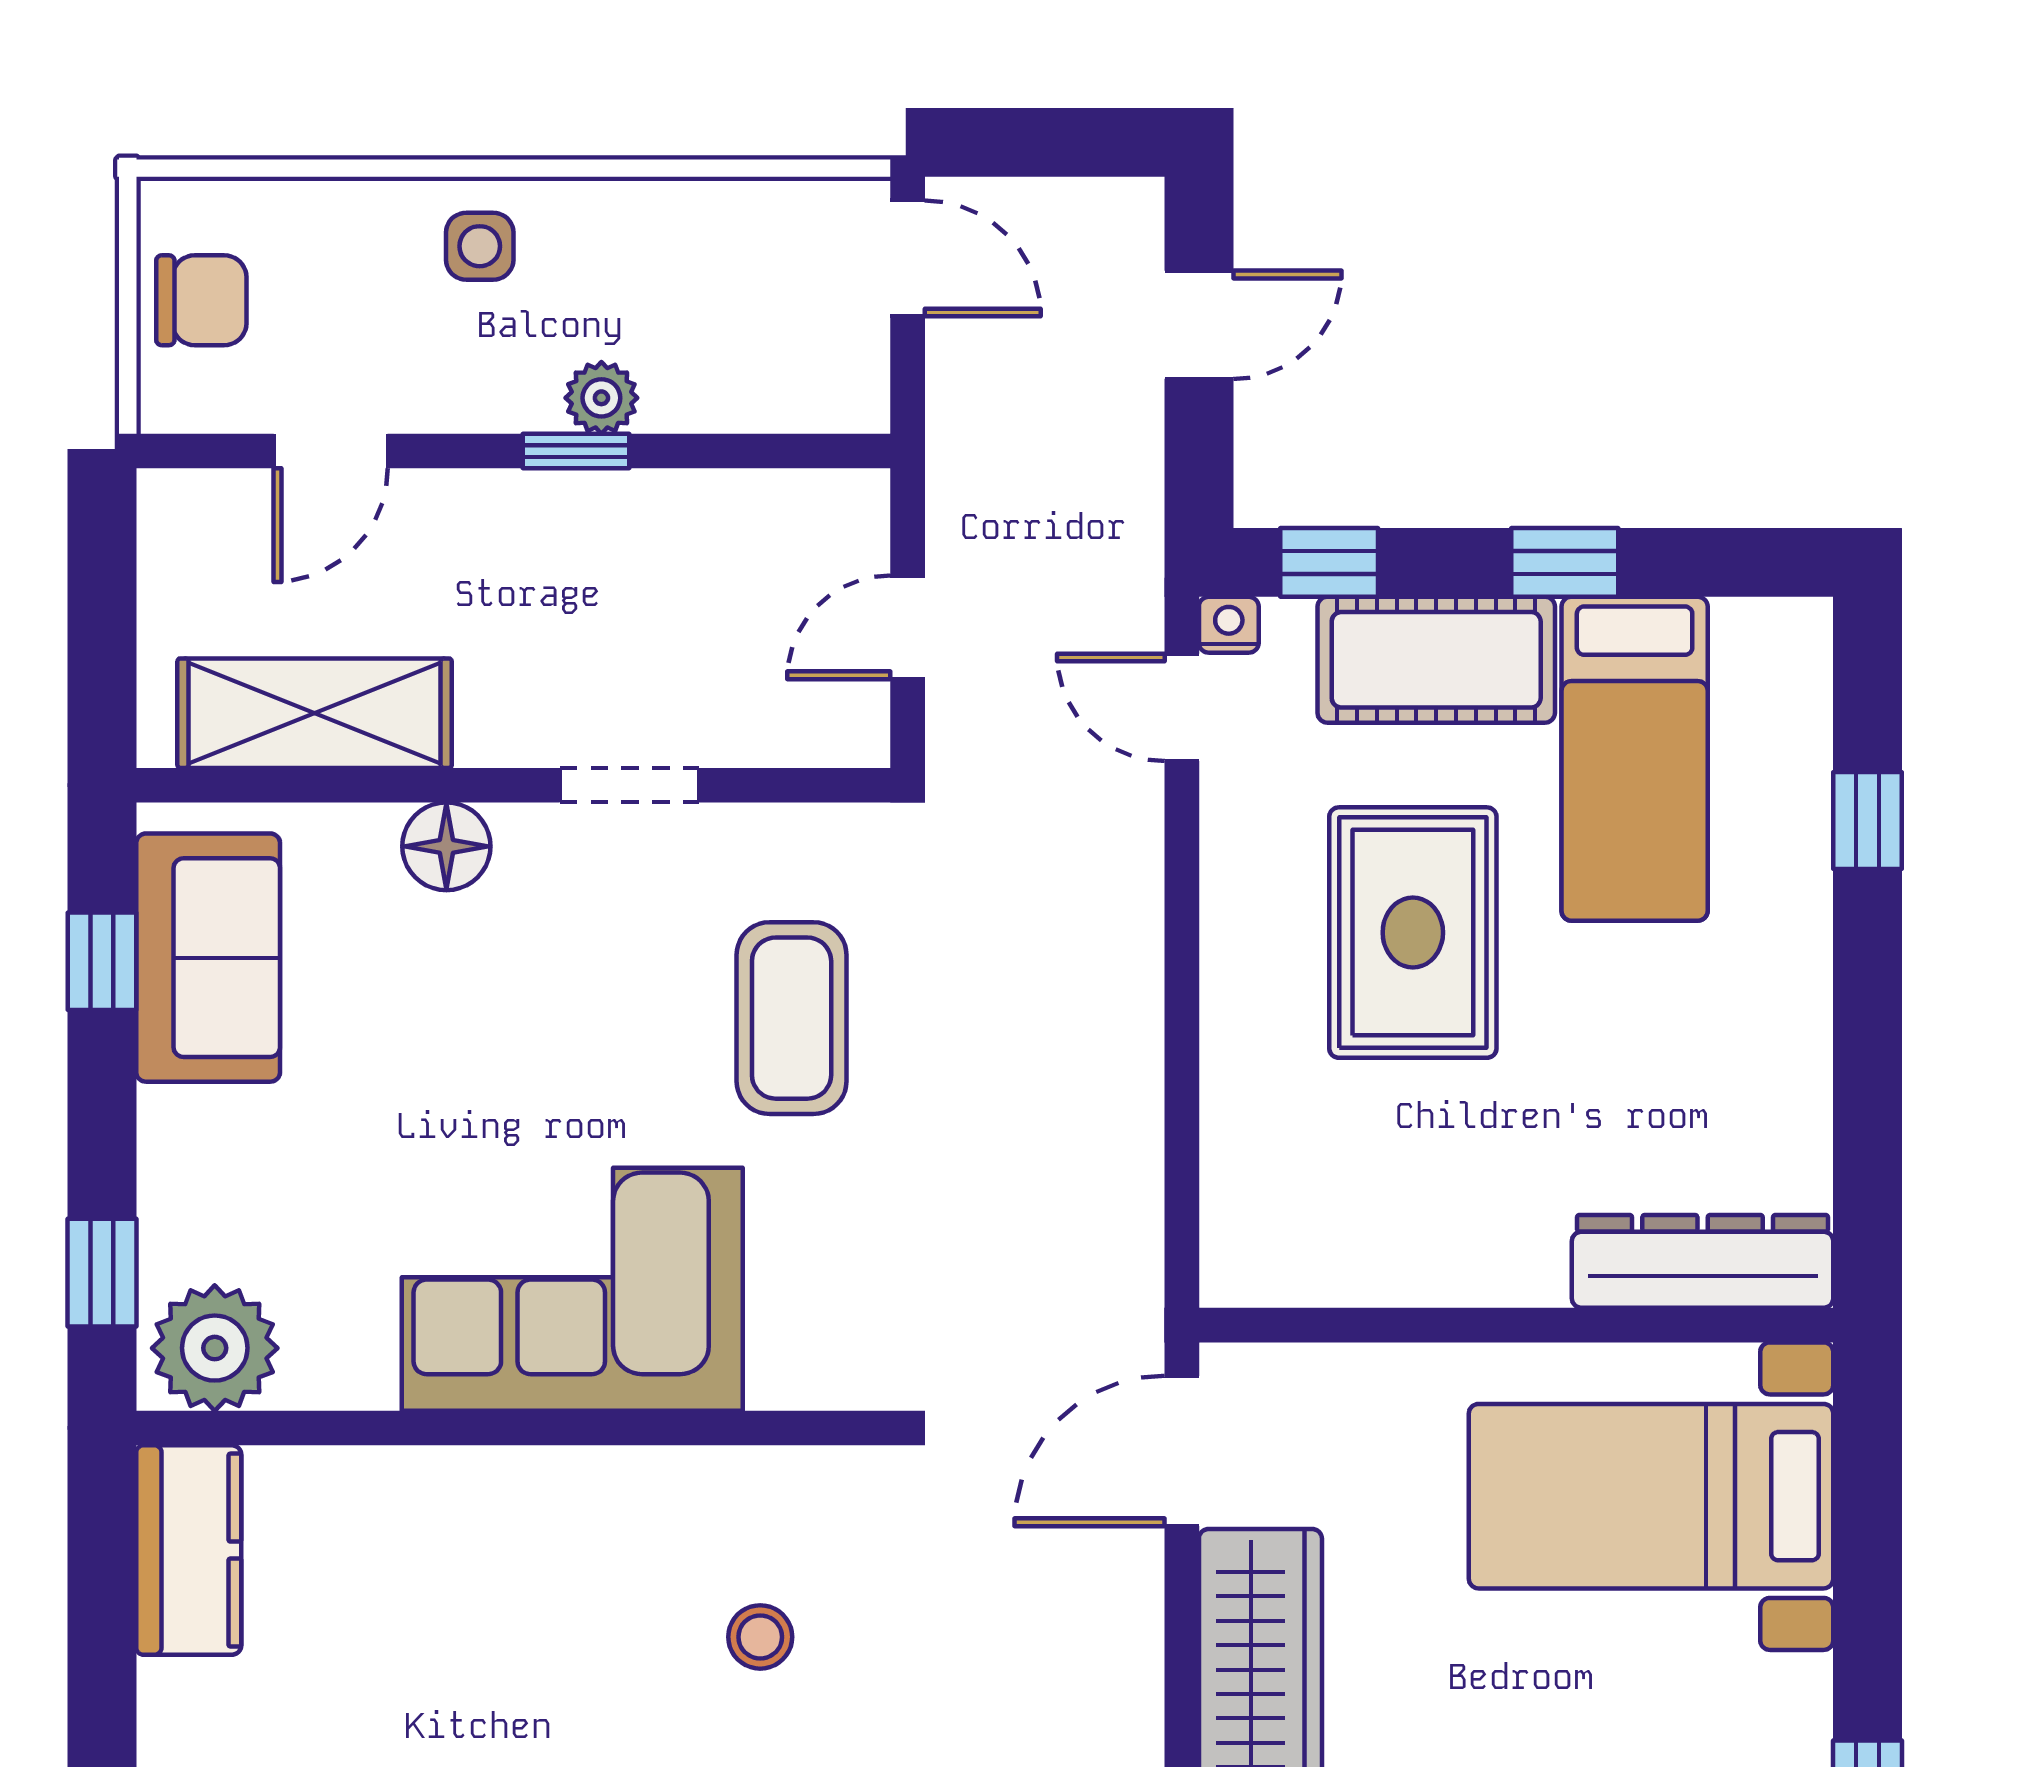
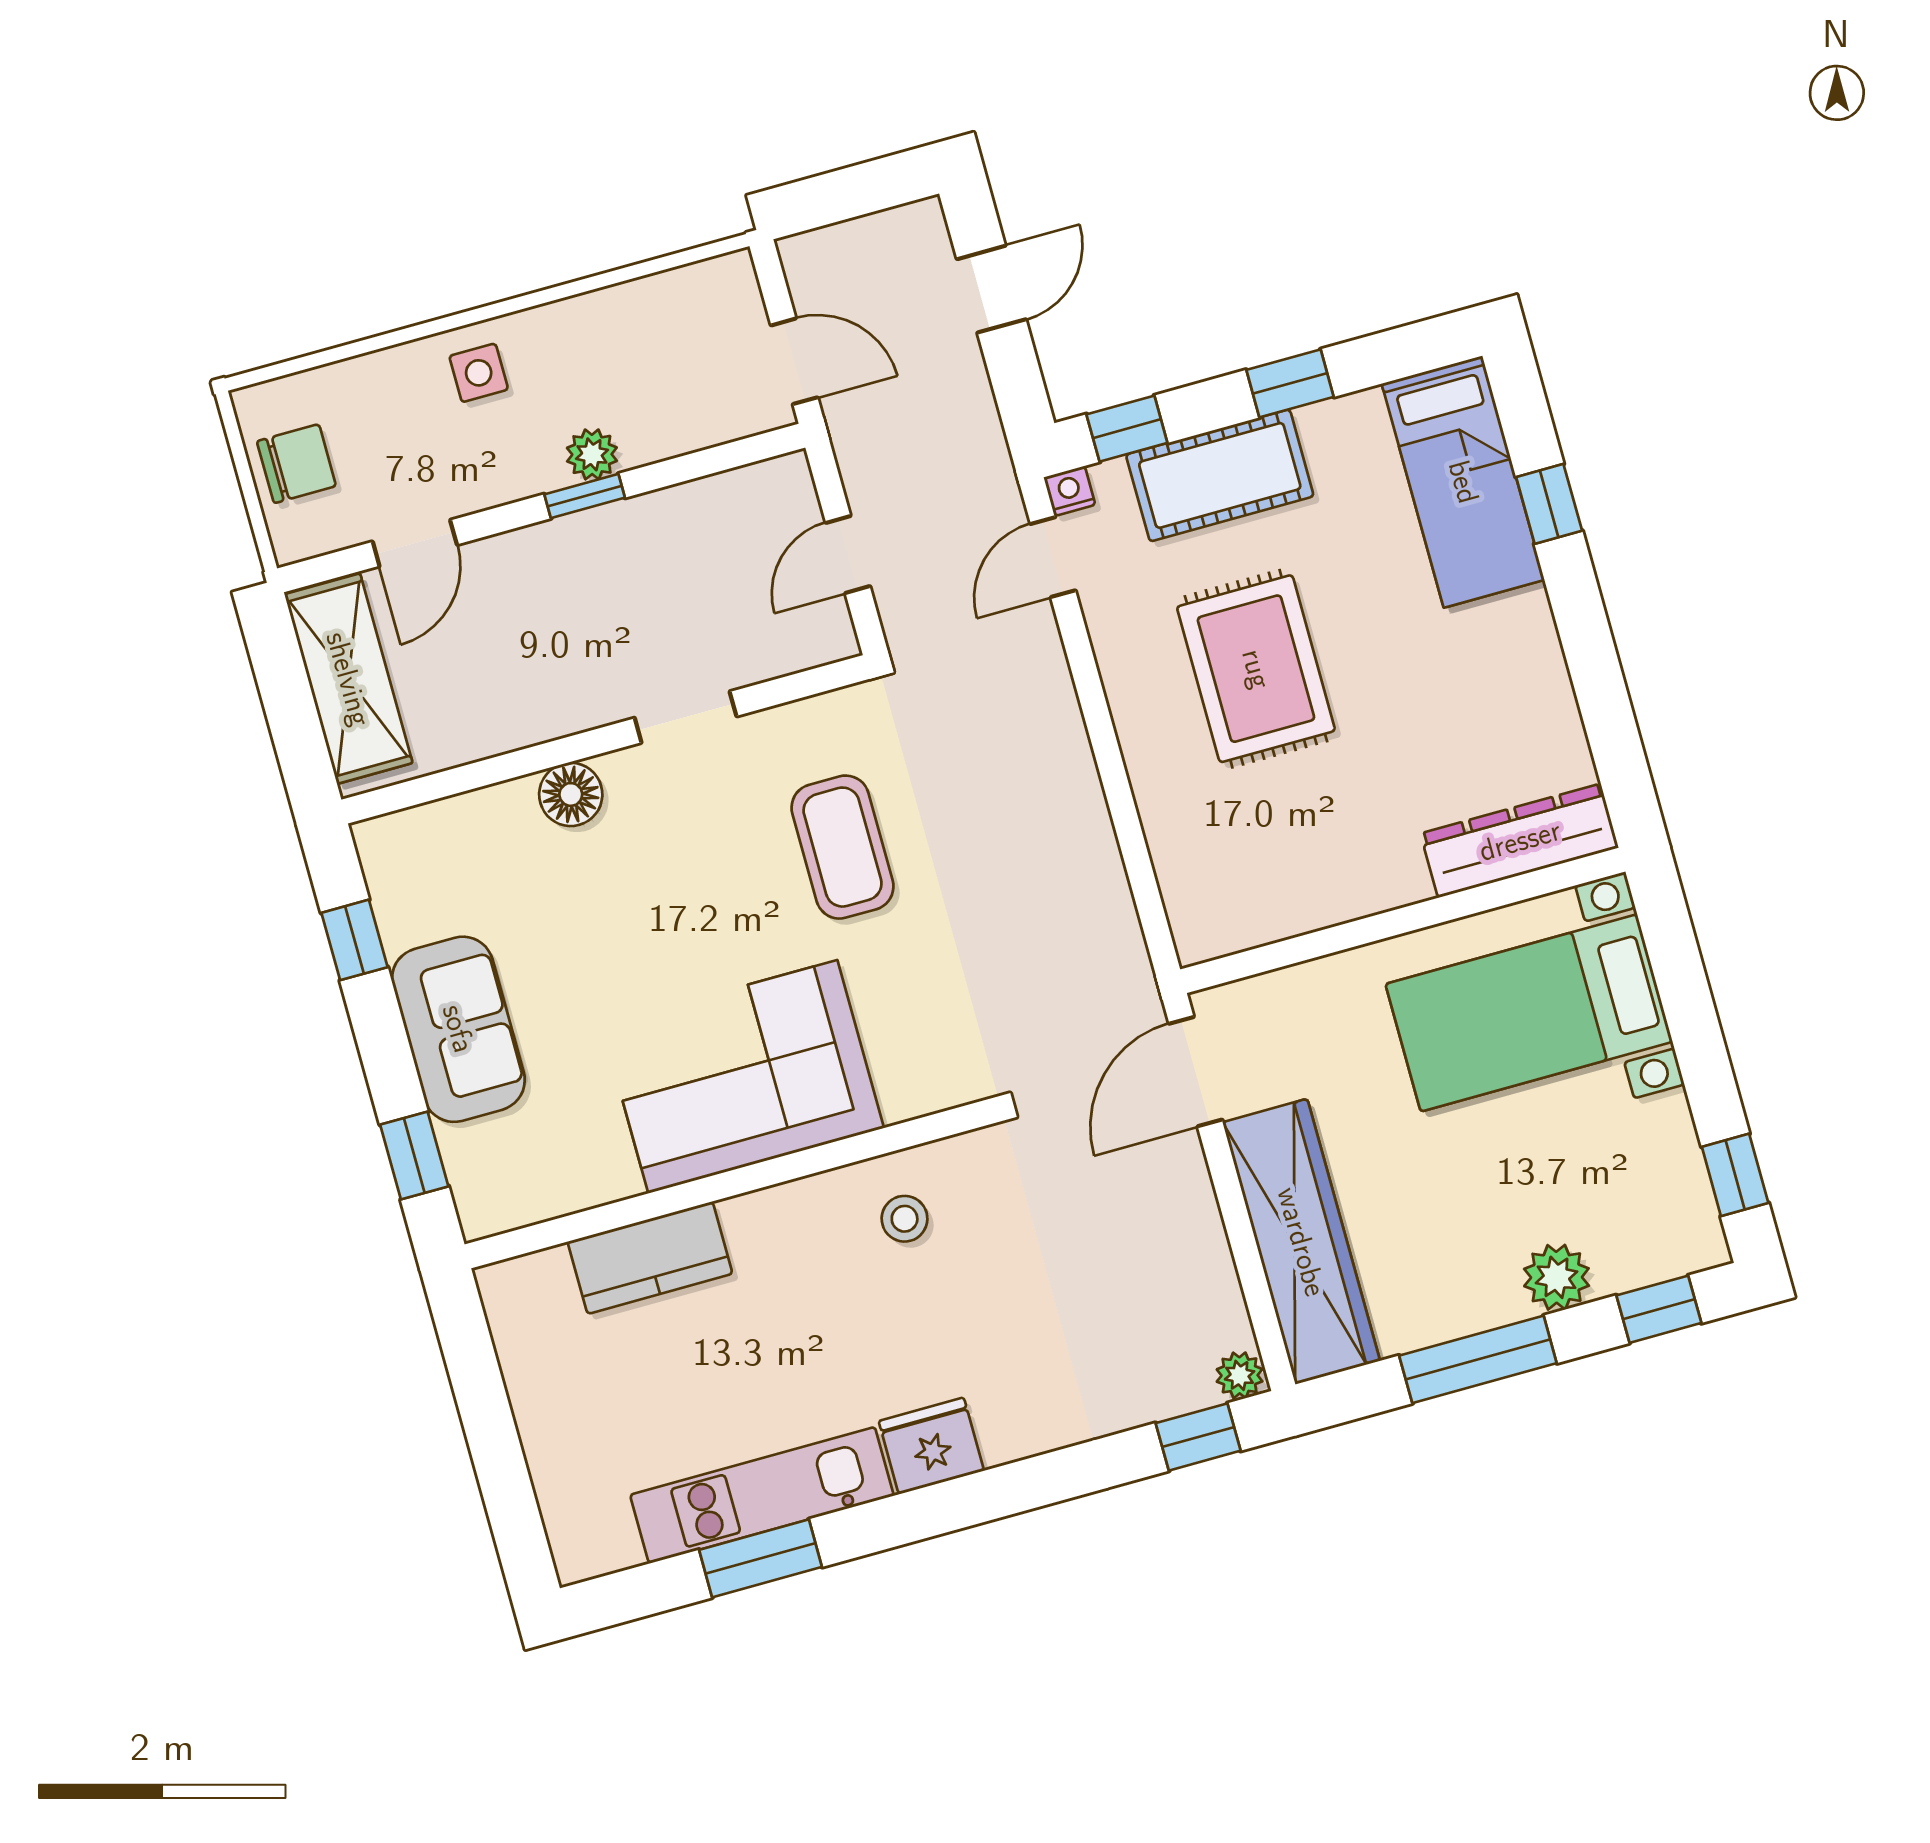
door: (908, 258) -> (794, 361), moved
door: (1182, 707) -> (1053, 557), hinge flipped
shelving: (315, 713) -> (348, 679), moved, turned 90
bed: (1635, 759) -> (1463, 482), moved
sofa: (208, 958) -> (458, 1029), moved
plant: (215, 1348) -> (507, 1186), removed
kitchen counter: (189, 1550) -> (650, 1258), moved, turned 90
stool: (760, 1637) -> (905, 1219), moved

